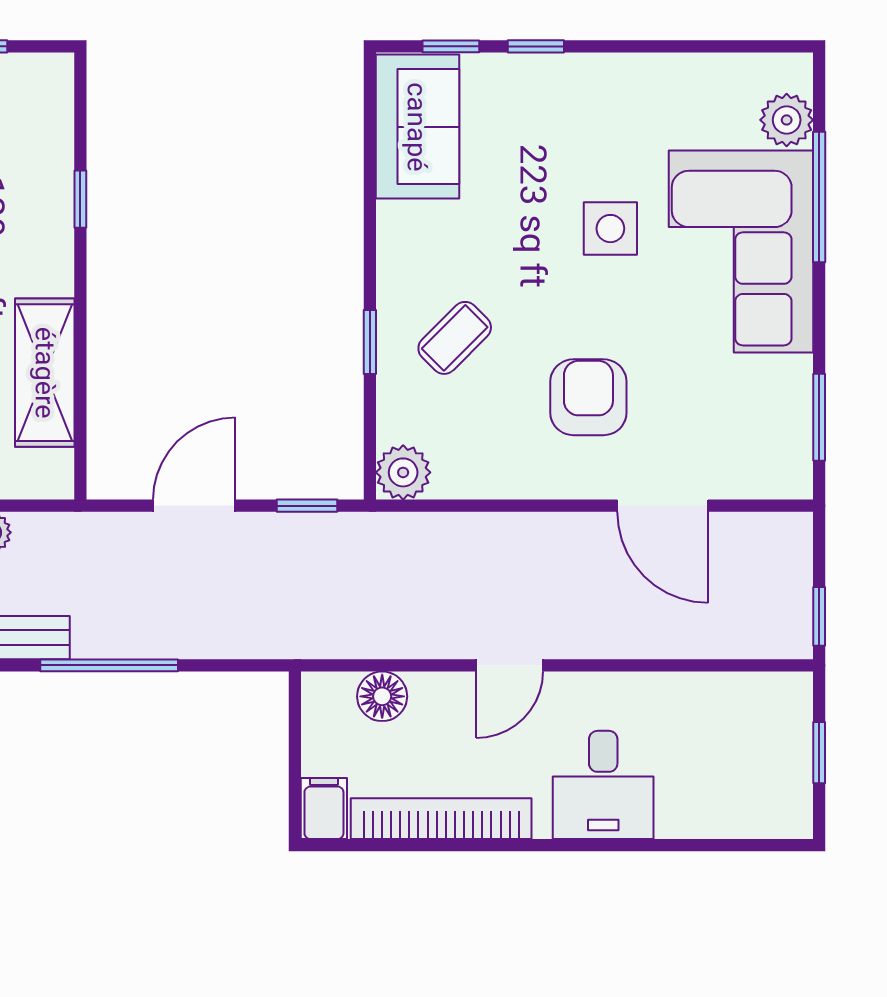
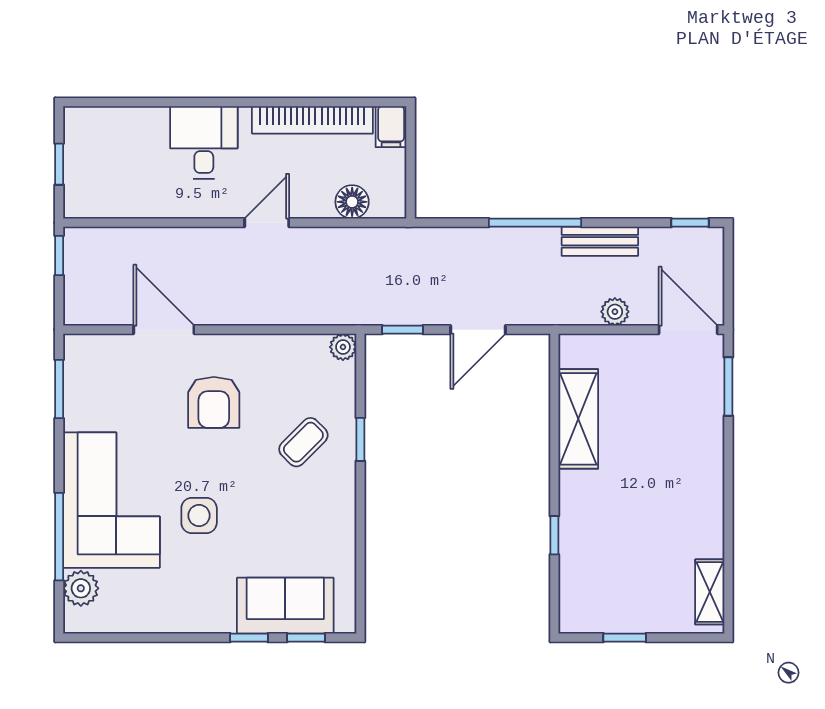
sofa: (417, 127) -> (285, 606), moved, turned 90
plant: (403, 472) -> (343, 347), width x0.73, depth x0.73

